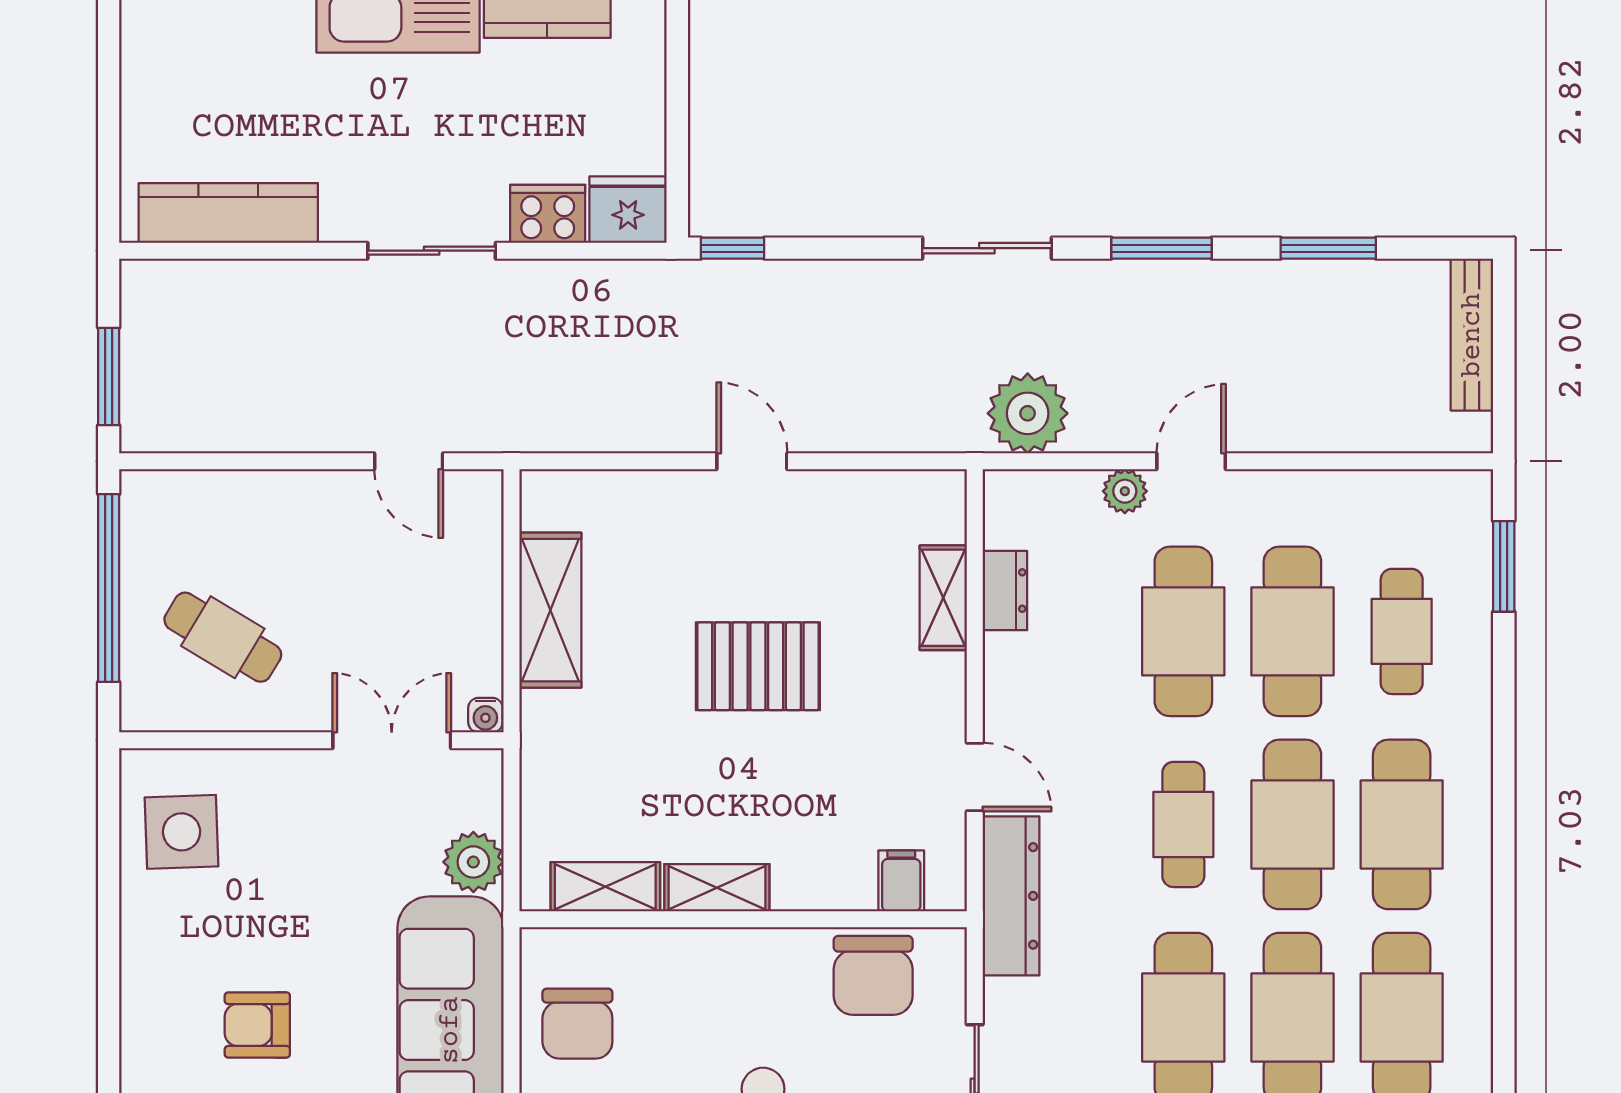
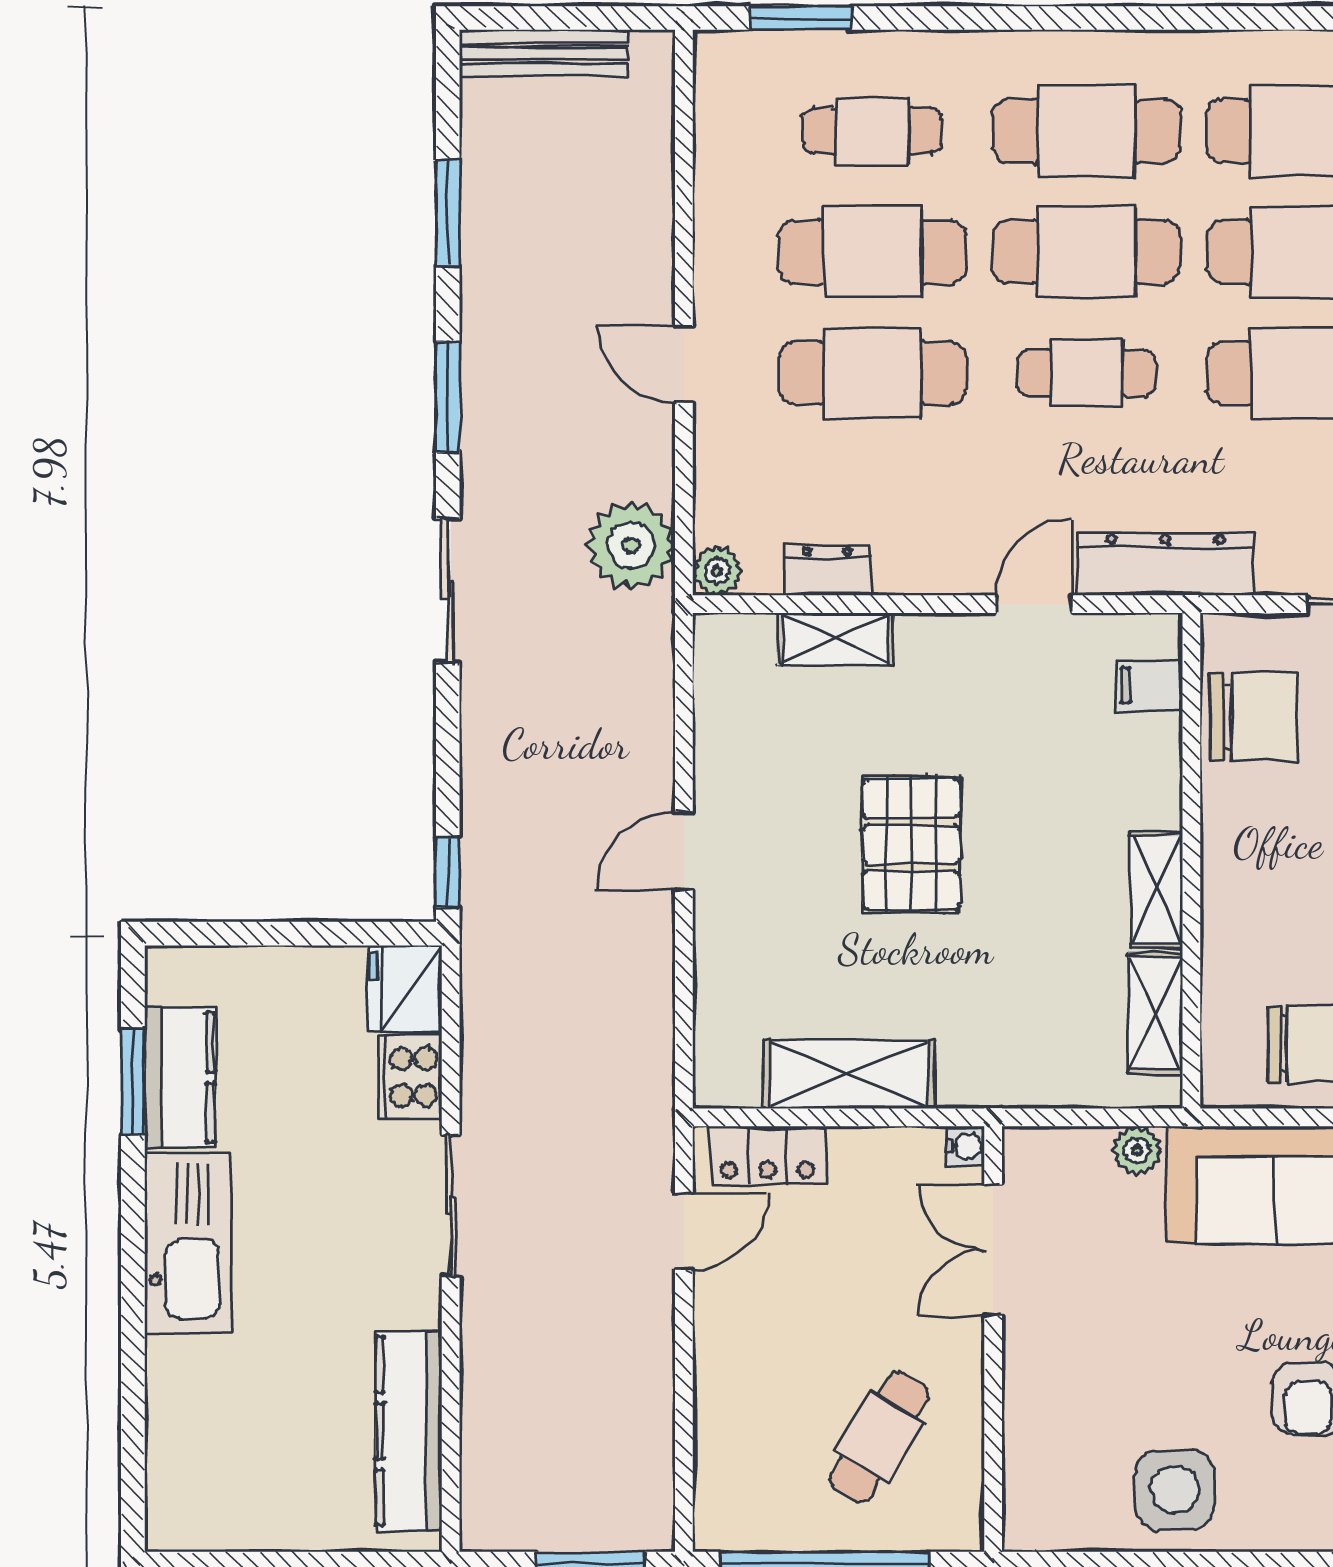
plant: (1125, 491) -> (717, 571), moved
locker: (477, 537) -> (768, 1155), added
side table: (182, 832) -> (1175, 1490), moved
plant: (473, 862) -> (1137, 1150), width x0.73, depth x0.73

